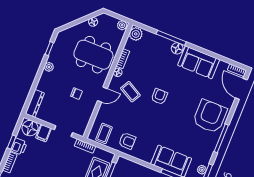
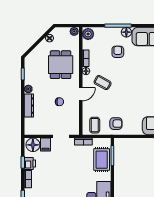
dining table: (93, 55) -> (61, 65), width x0.73
armchair: (159, 97) -> (118, 52), moved
dresser: (35, 103) -> (29, 106), moved

